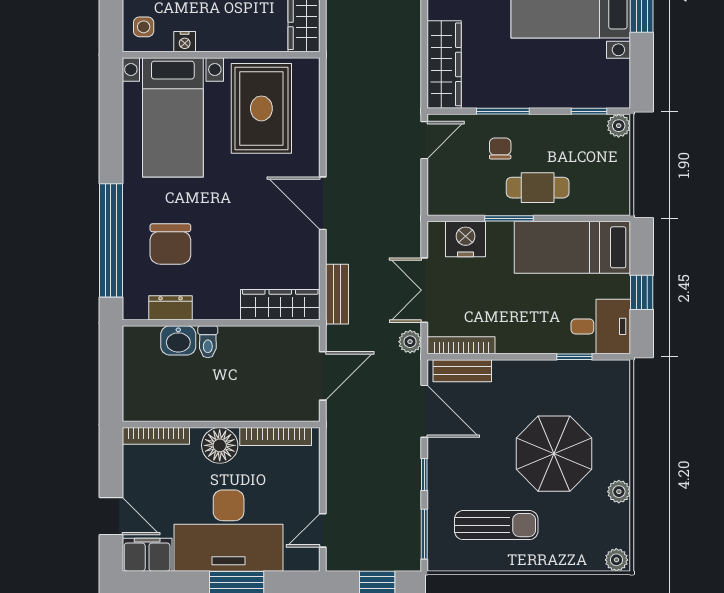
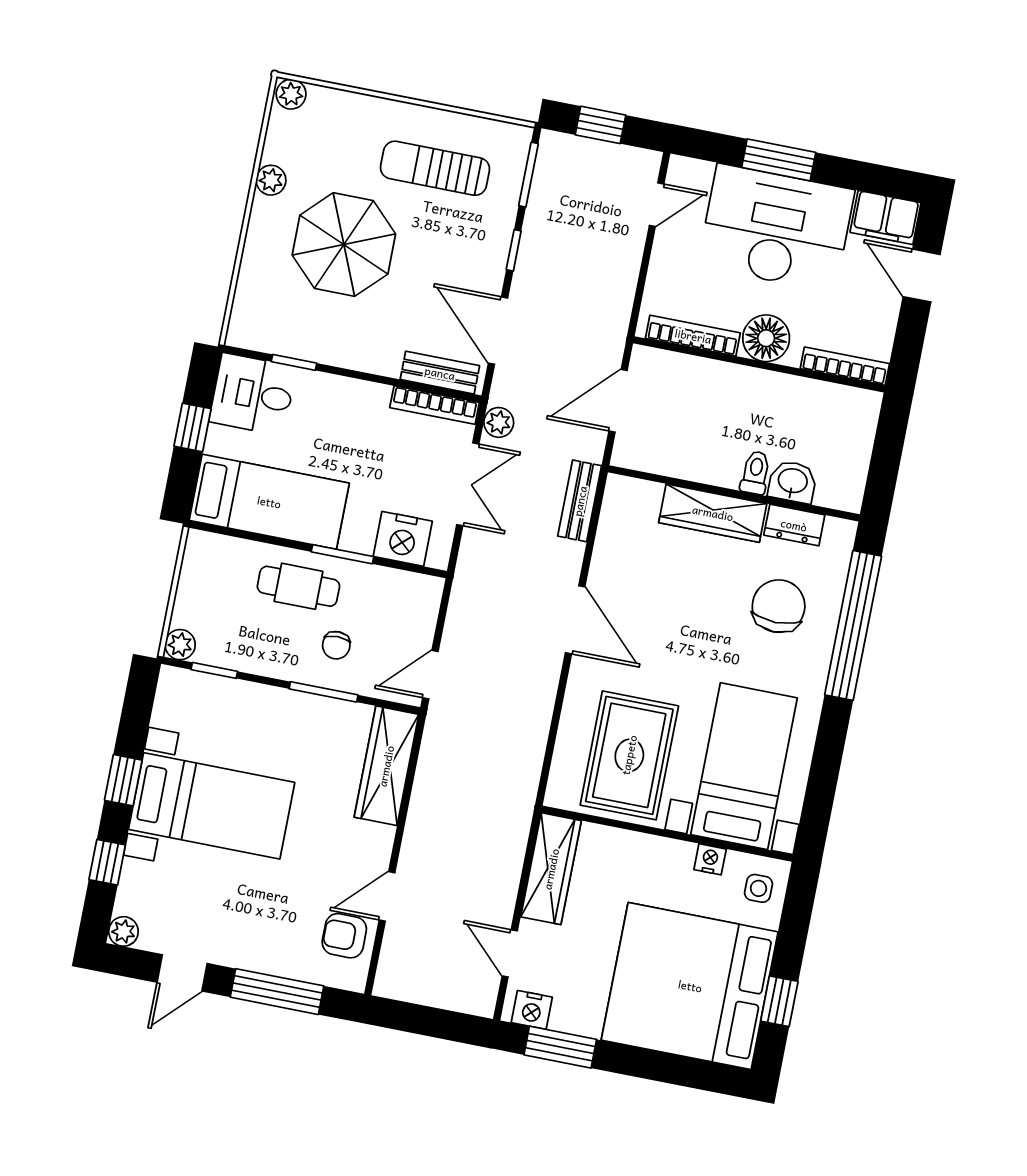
wardrobe: (280, 305) -> (713, 513), moved

